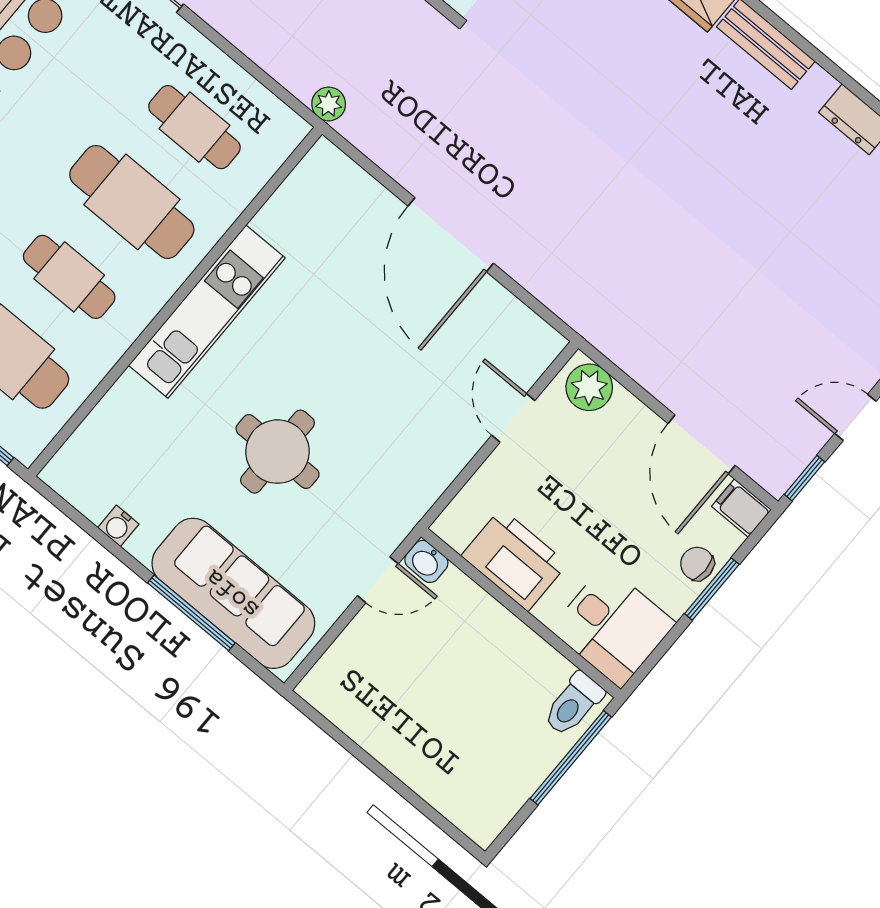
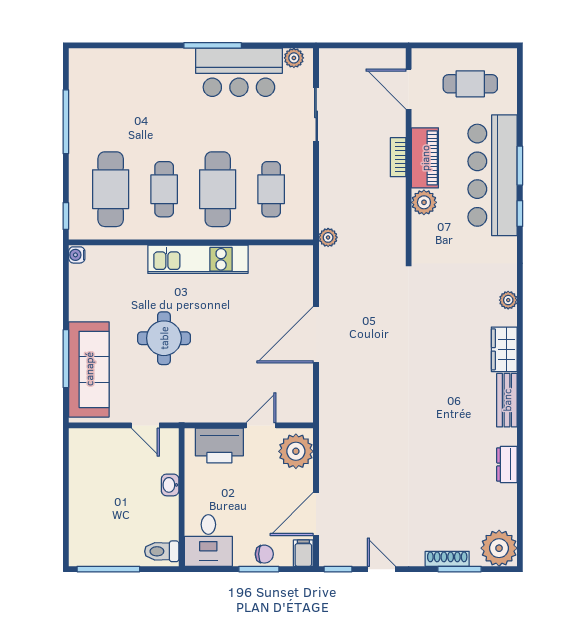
plant: (589, 387) -> (296, 451), width x1.36, depth x1.36
water cooler: (118, 526) -> (77, 255), moved
printer: (514, 560) -> (219, 445), moved, turned 90
washbasin: (426, 561) -> (170, 485), moved
chair: (697, 564) -> (264, 554), turned 90
window: (571, 758) -> (108, 569), moved

